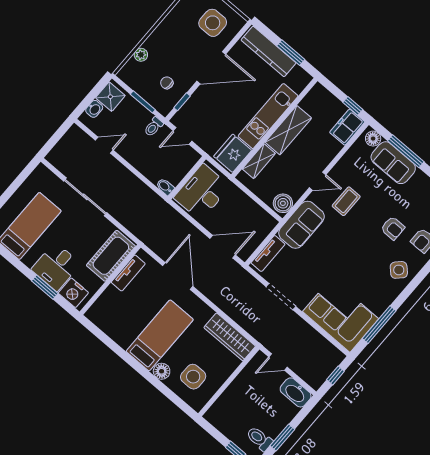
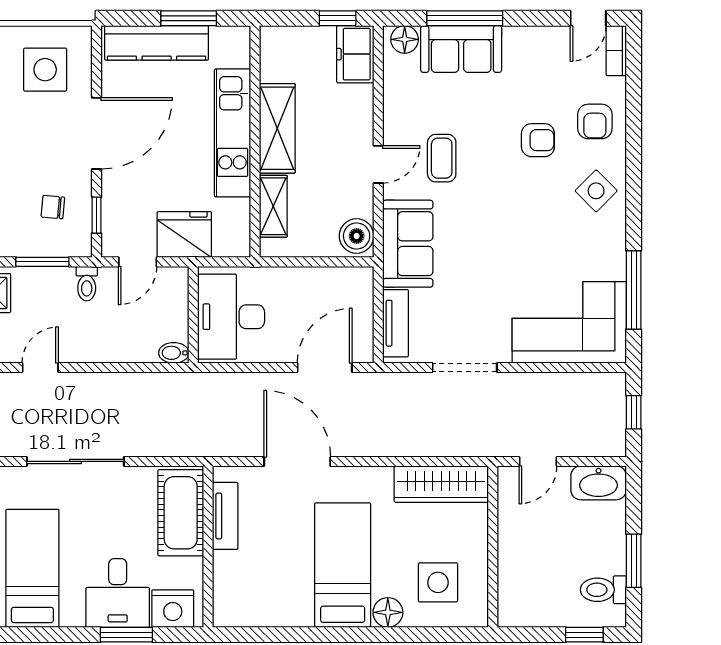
fridge: (233, 153) -> (184, 235), moved, turned 90

